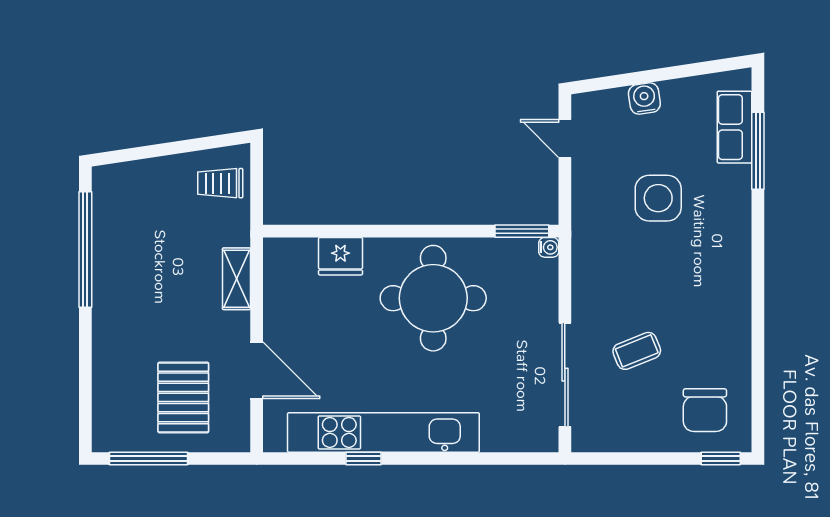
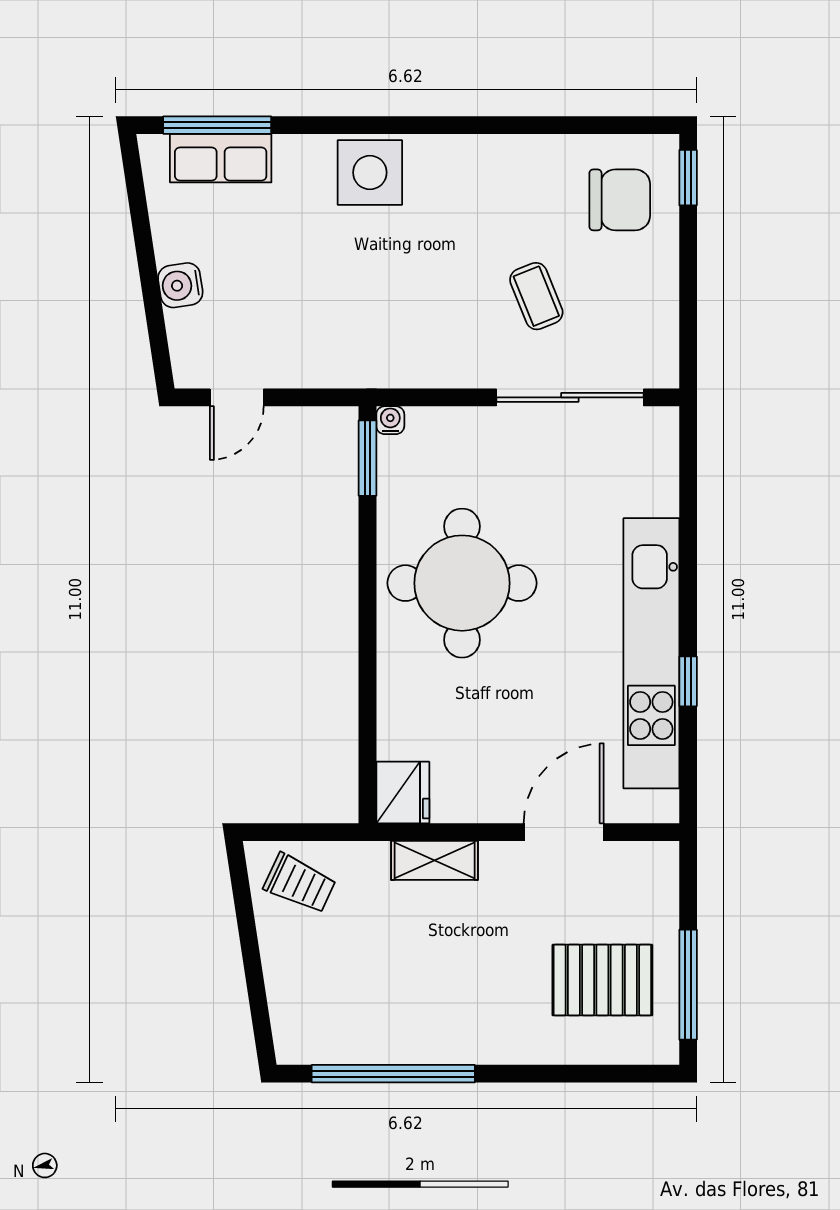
window: (758, 151) -> (217, 125), moved
trolley: (220, 183) -> (300, 883), turned -65
side table: (658, 198) -> (370, 173), moved
fridge: (340, 256) -> (403, 793), moved
pallet: (183, 397) -> (602, 980), moved

